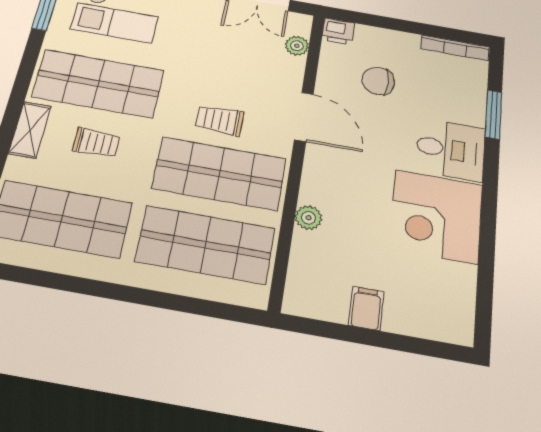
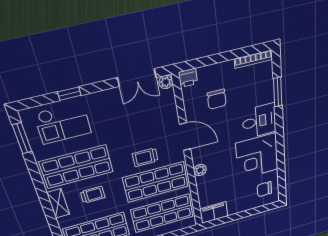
plant: (297, 46) -> (166, 82), moved
chair: (378, 81) -> (217, 99), turned -90
plant: (308, 218) -> (200, 170), moved
chair: (441, 299) -> (264, 189), added
filing cabinet: (366, 308) -> (214, 212), moved, width x2.00

